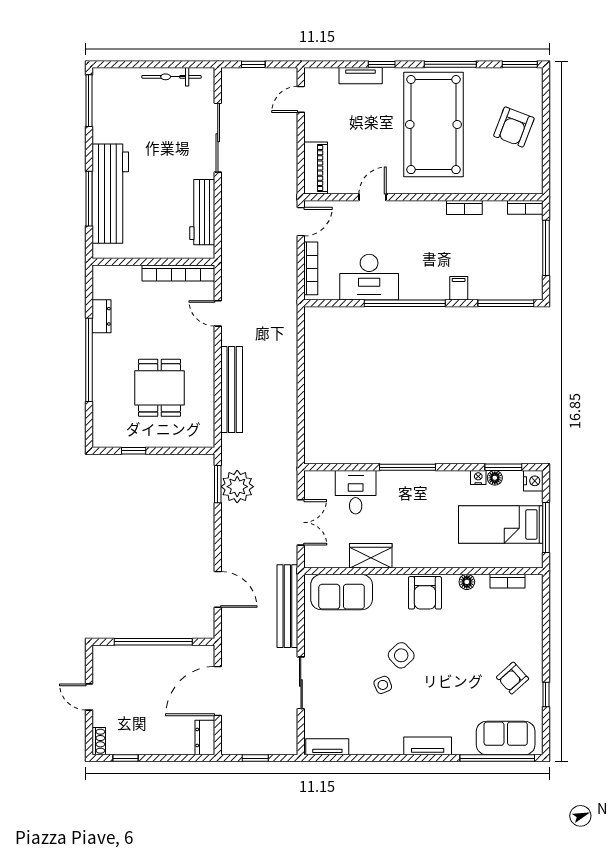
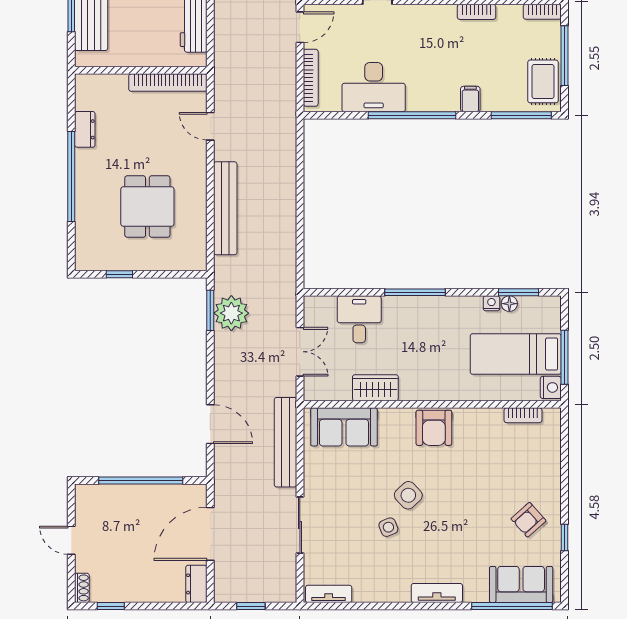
rug: (526, 272) -> (543, 81), added
nightstand: (533, 481) -> (551, 387), moved
floor lamp: (467, 582) -> (479, 416), removed

